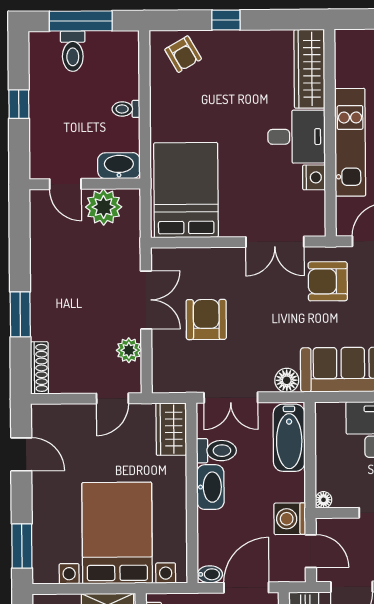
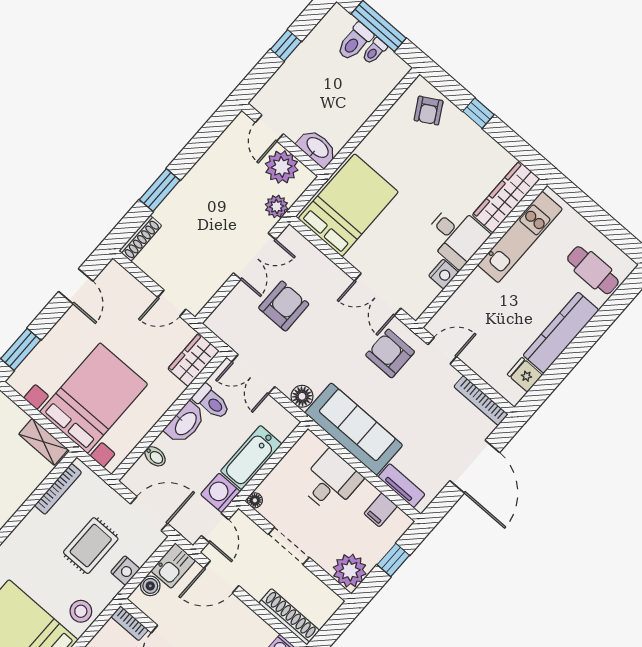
toilet: (126, 109) -> (374, 51), moved, turned -90
kitchen unit: (350, 142) -> (520, 237), moved
plant: (129, 350) -> (277, 206), moved
bathtub: (289, 438) -> (251, 458), moved
bidet: (210, 574) -> (155, 456), moved

